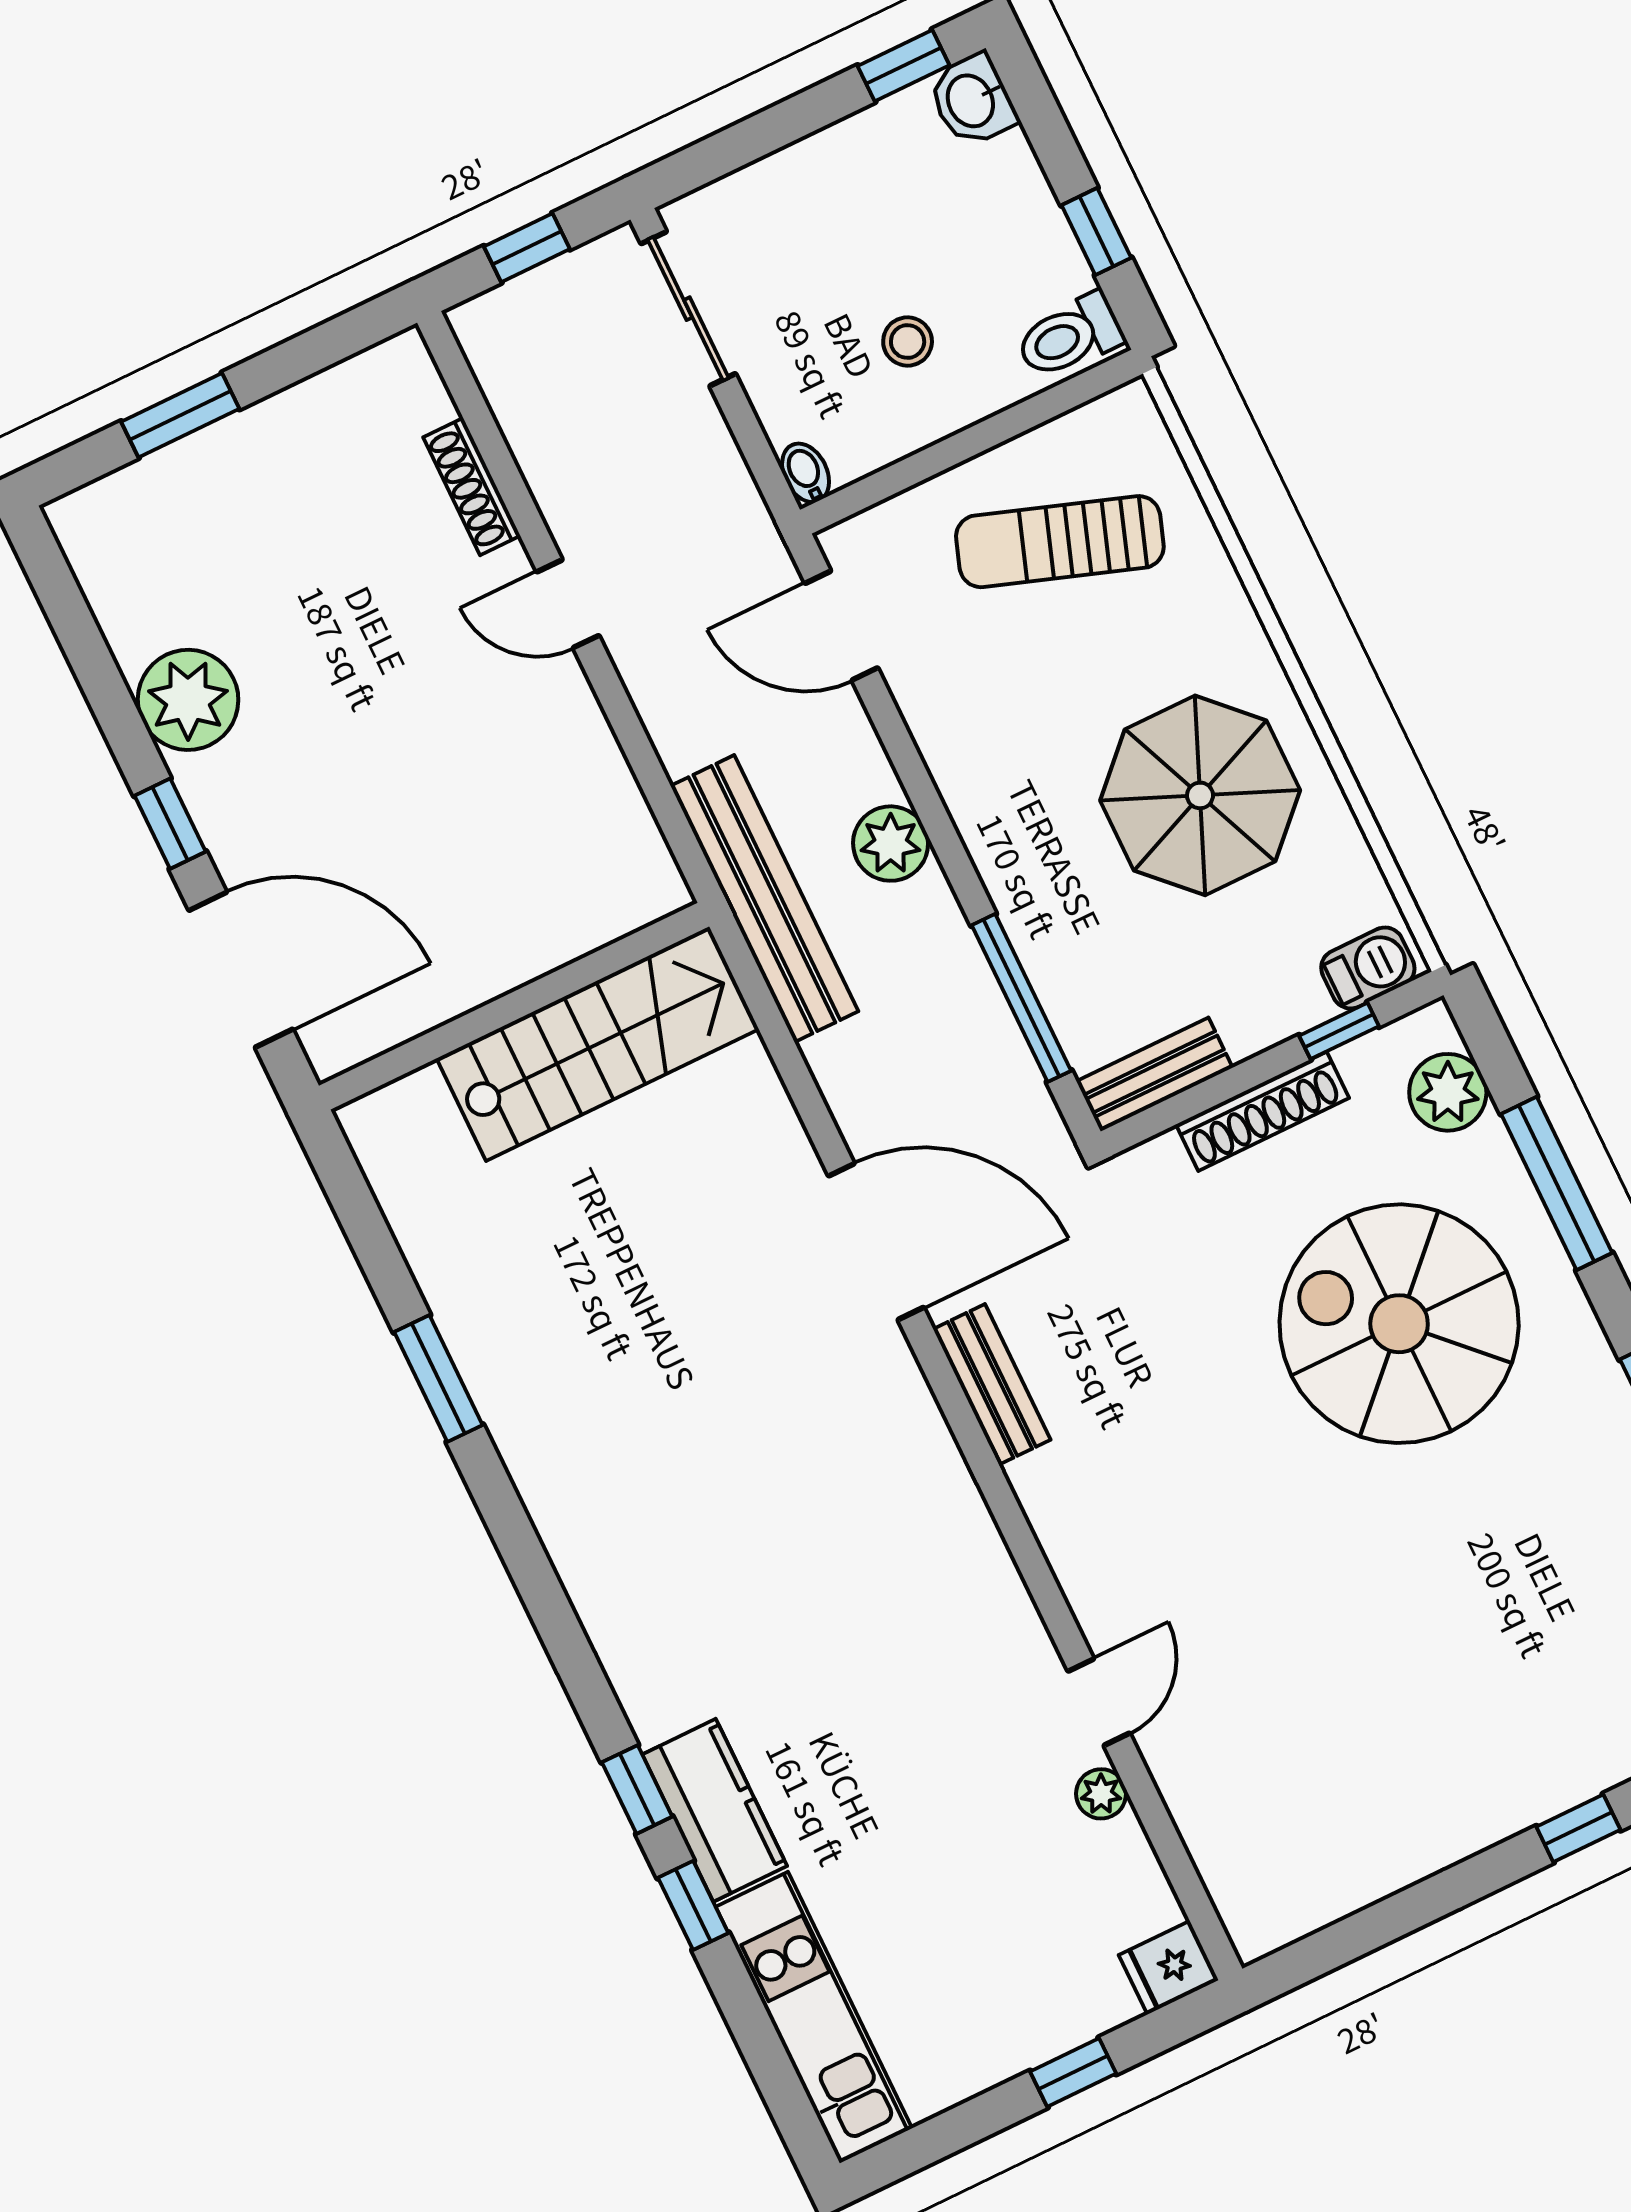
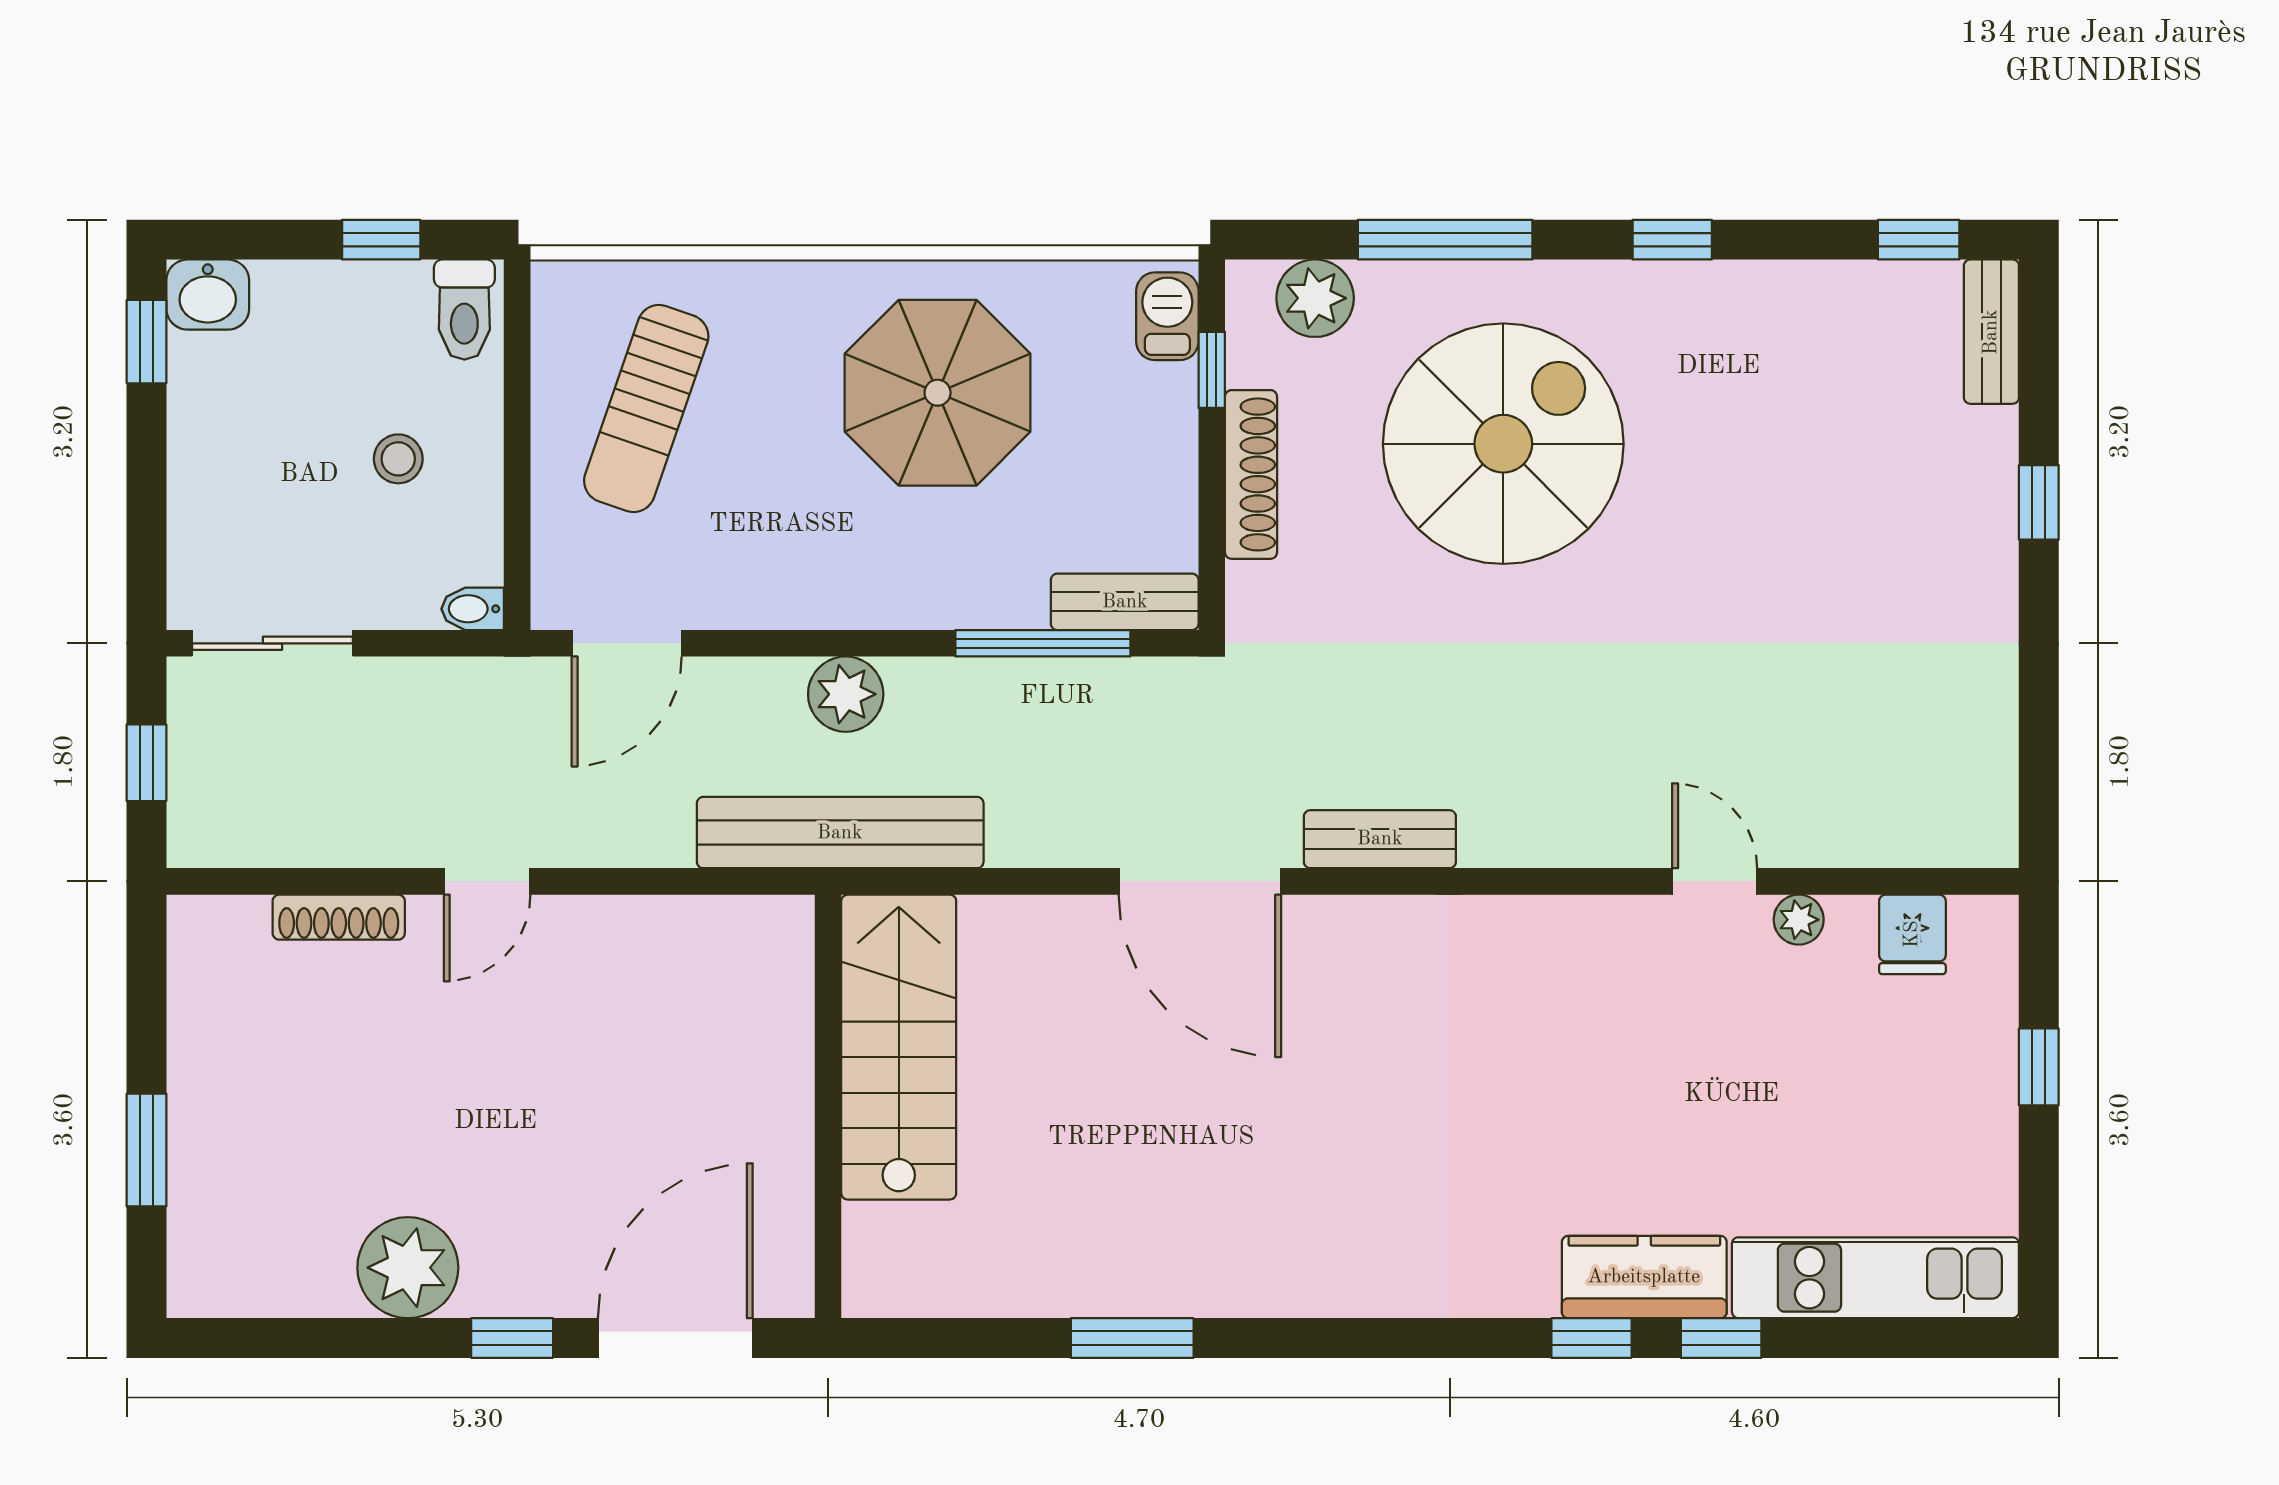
bench: (1154, 1074) -> (1125, 602), moved, turned 90
door: (876, 1242) -> (1200, 881), swing flipped
spiral stairs: (1399, 1324) -> (1503, 444), turned 180
fridge: (1169, 1968) -> (1912, 934), moved

